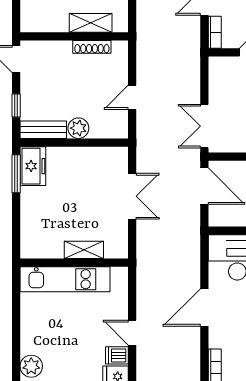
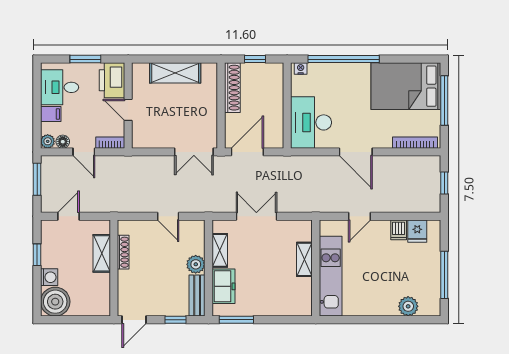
shelving: (94, 155) -> (220, 250), added
freezer: (33, 166) -> (223, 286), moved, turned 90
door: (132, 333) -> (359, 216), moved

